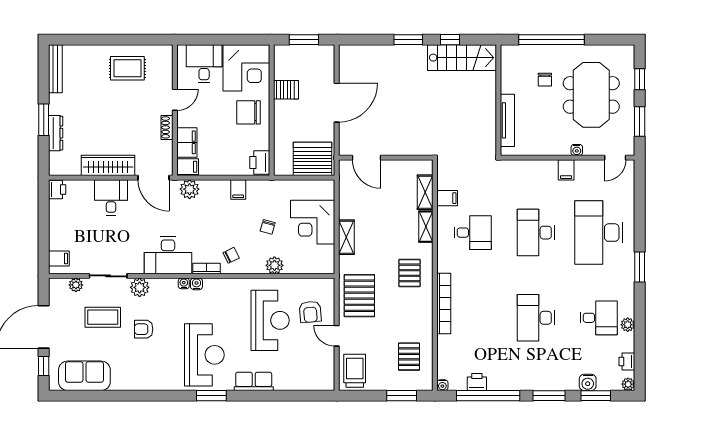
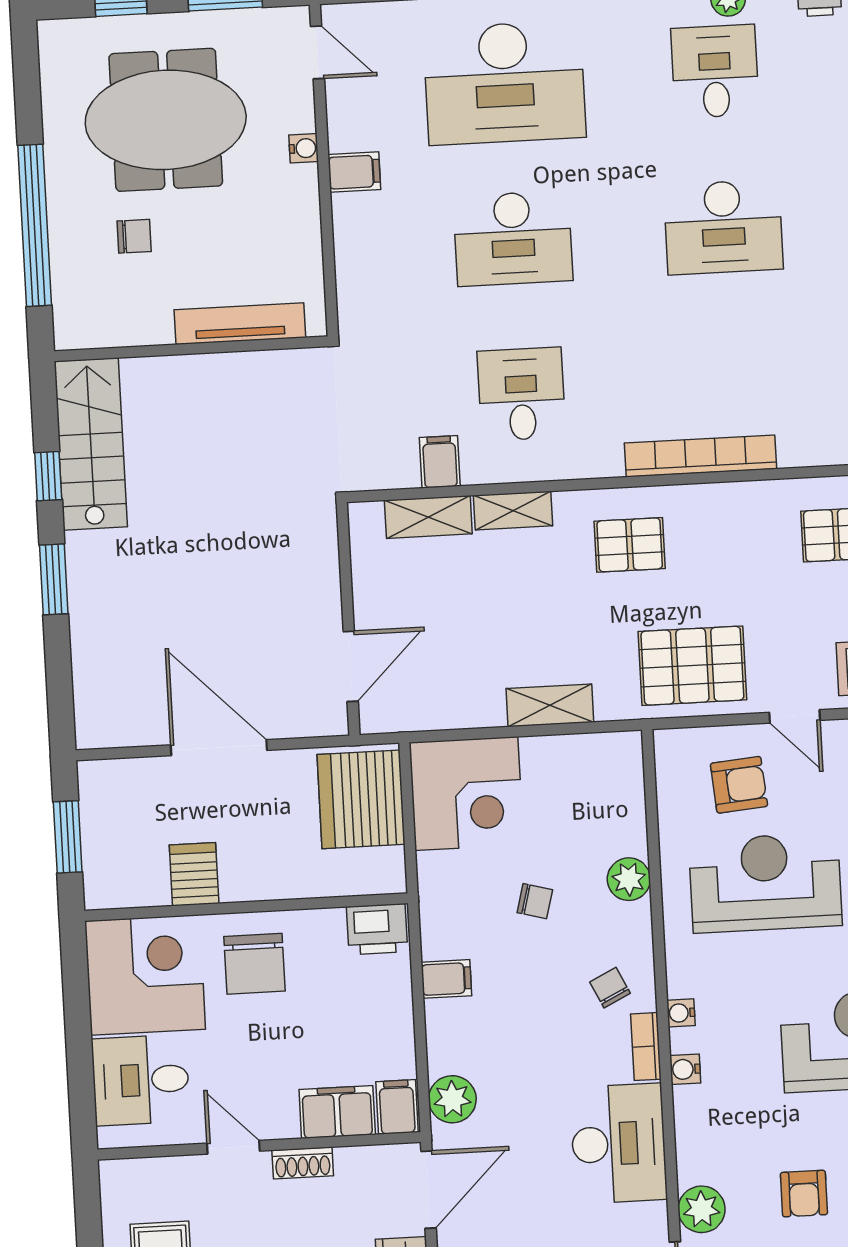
corner desk: (313, 222) -> (466, 794), moved
water cooler: (184, 283) -> (681, 1013), moved
door: (337, 336) -> (795, 716), hinge flipped

